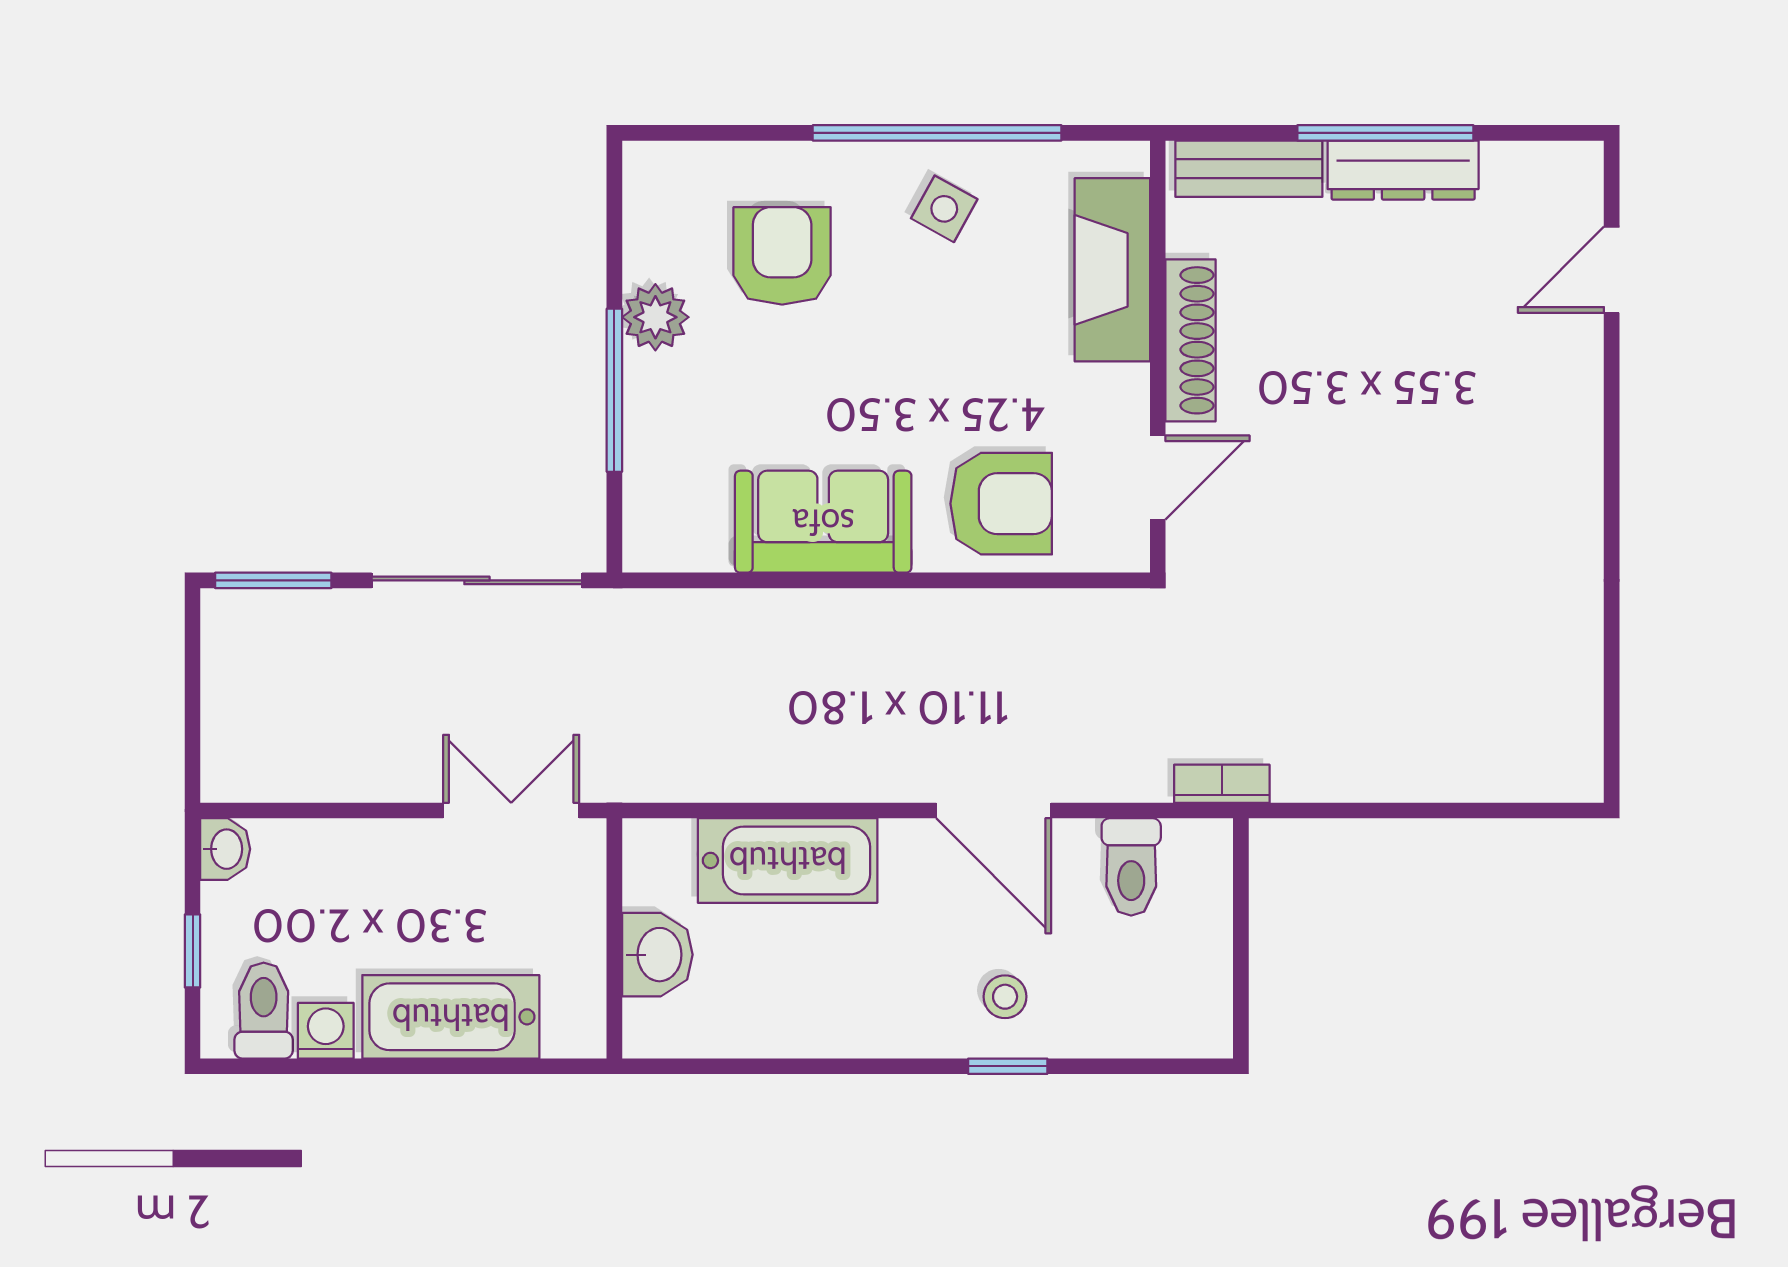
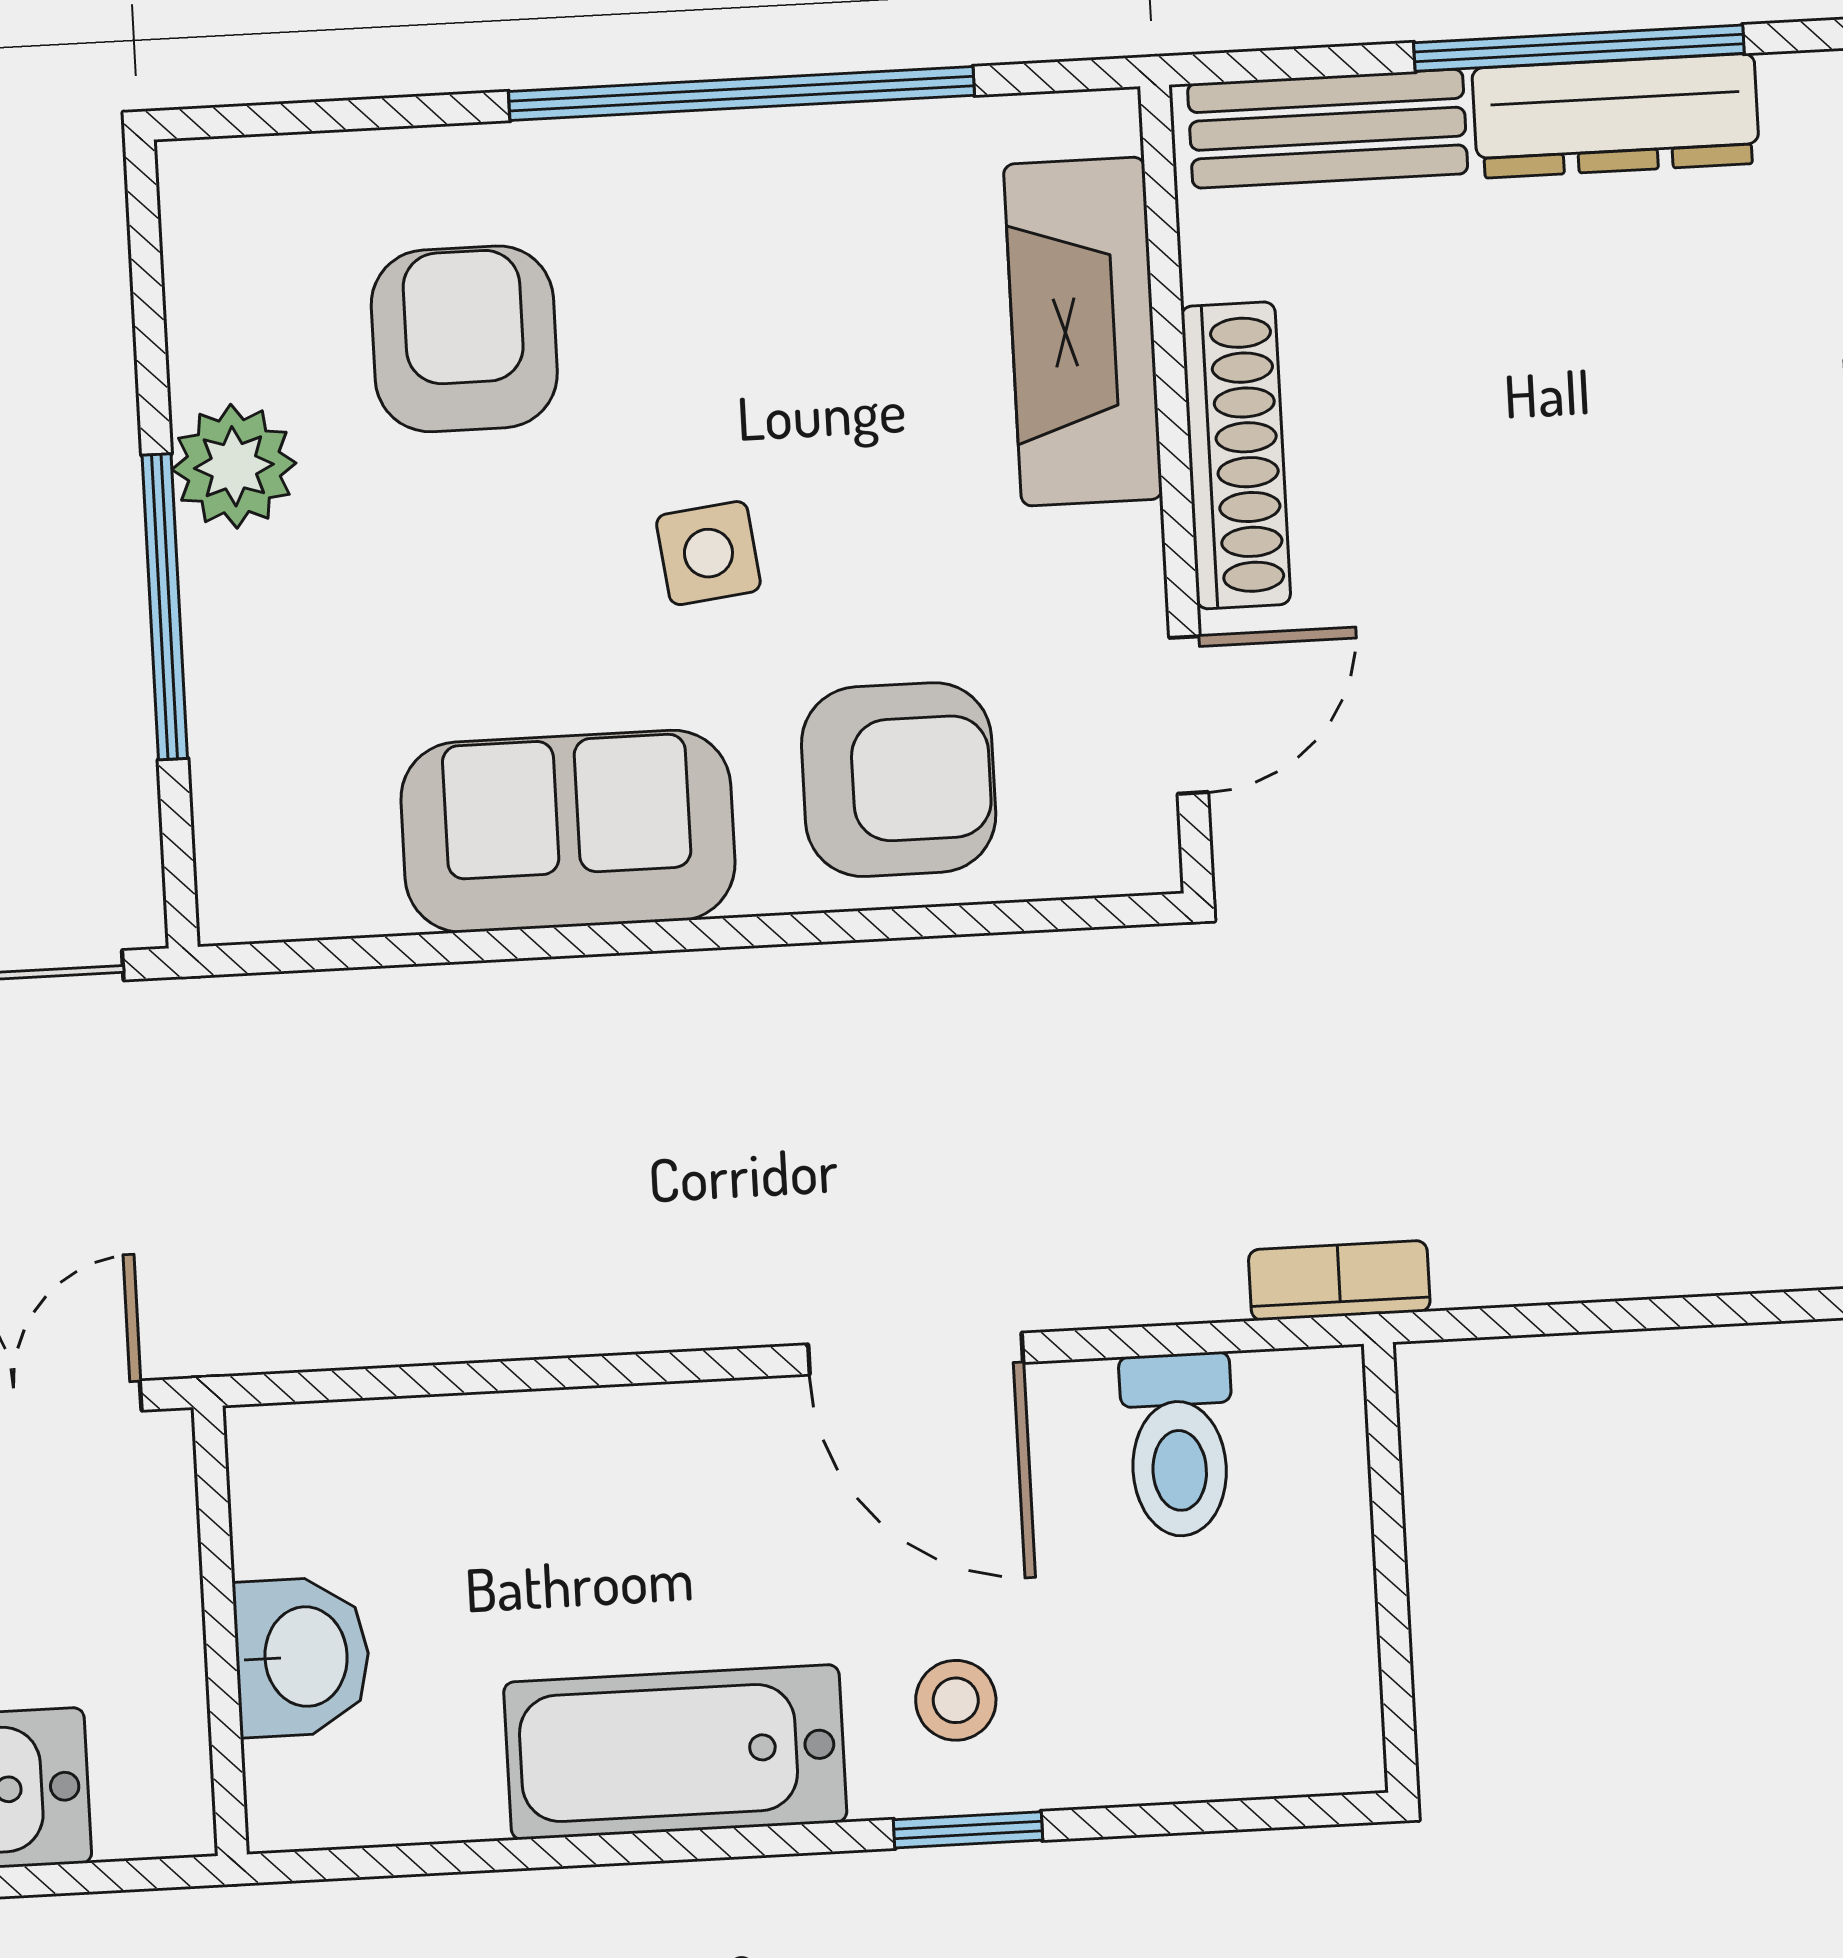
side table: (944, 209) -> (708, 553), moved, turned -36
bathtub: (788, 860) -> (675, 1752), moved, turned 180

